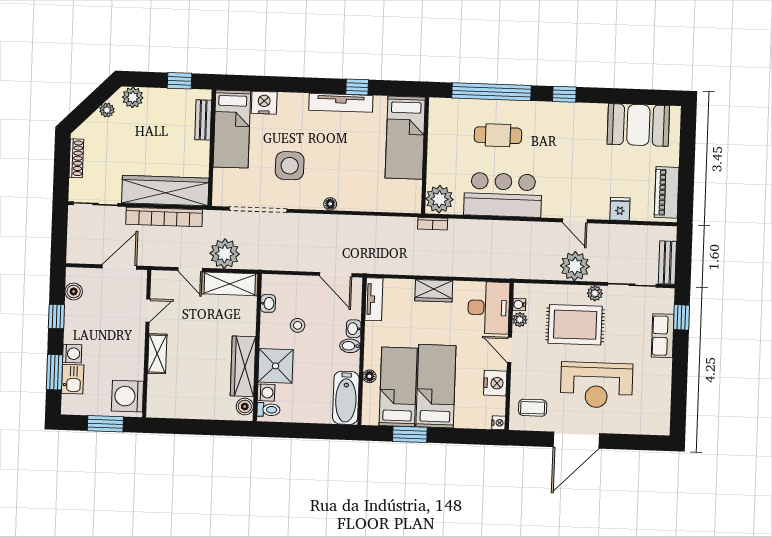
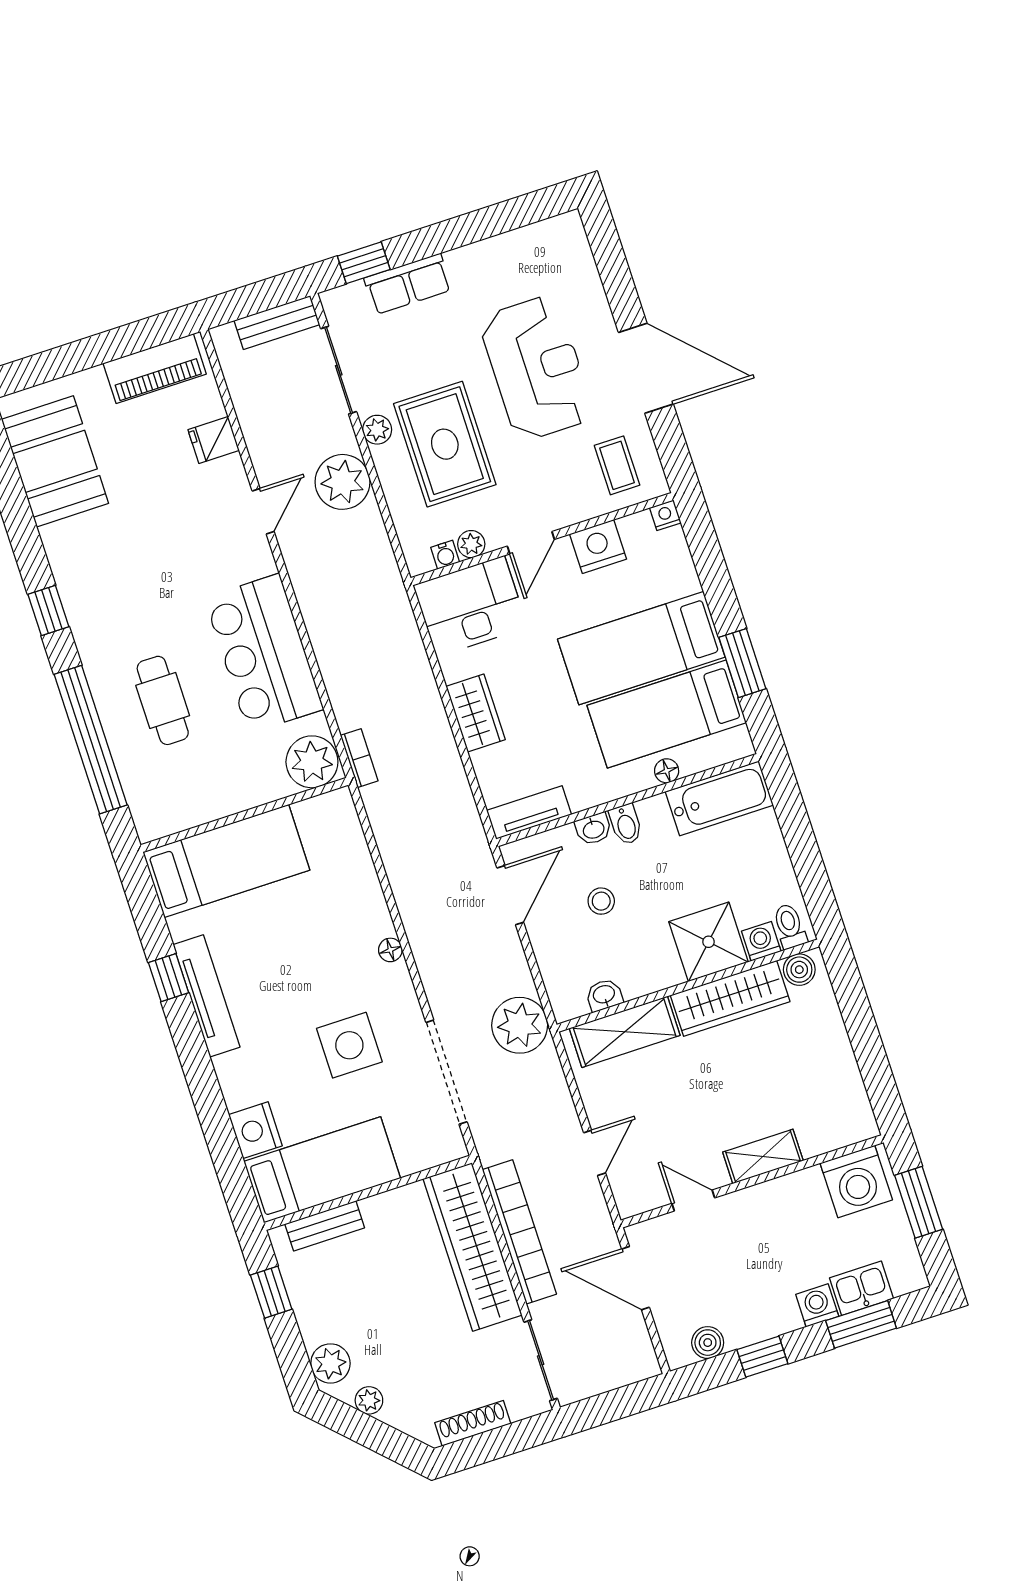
plant: (225, 254) -> (520, 1025), moved
shelving: (230, 284) -> (625, 1032), moved, turned 90
stool: (298, 325) -> (601, 901), moved

